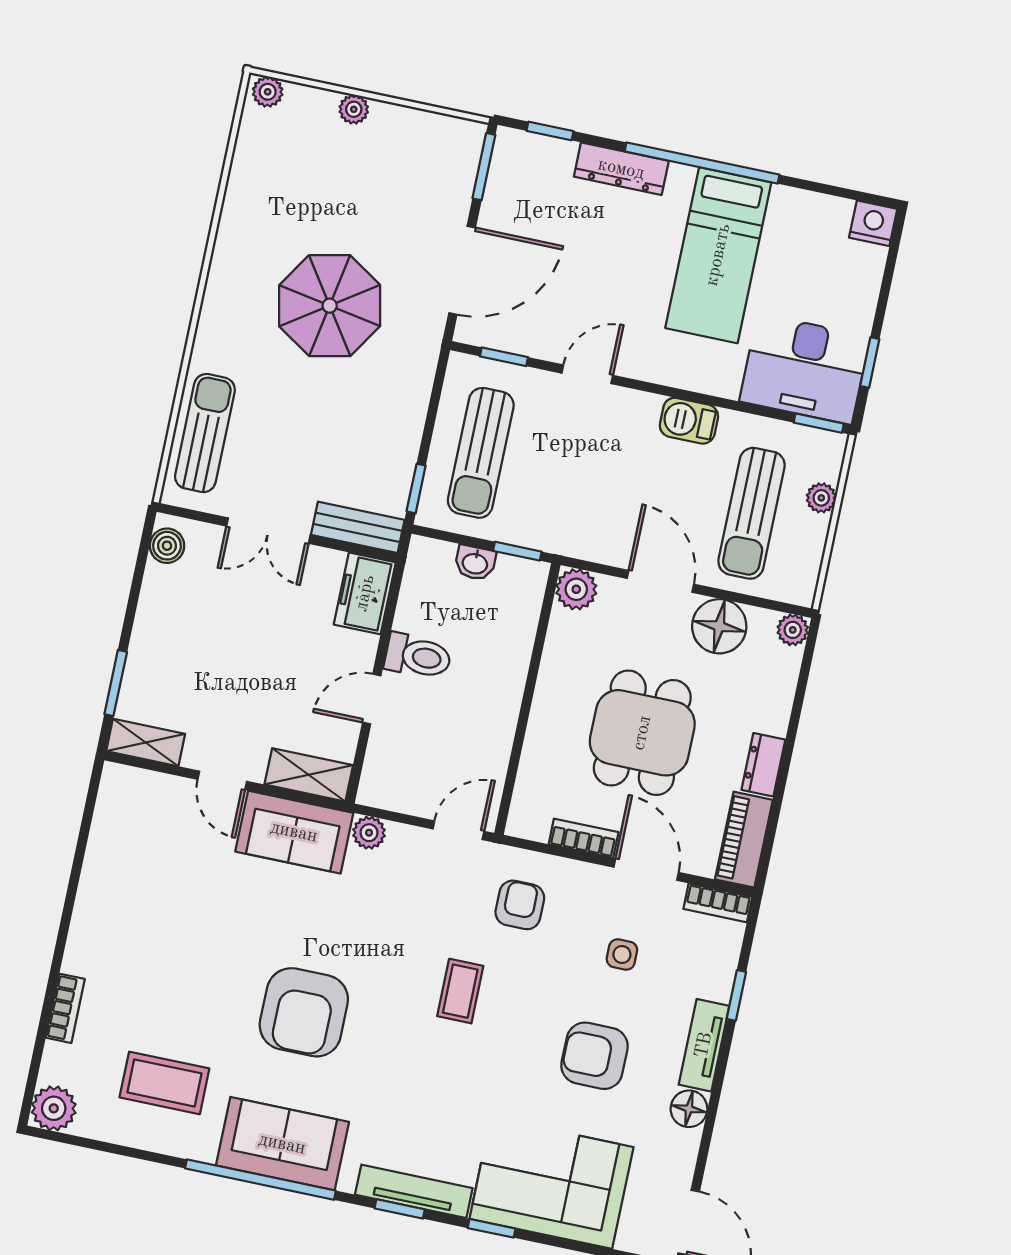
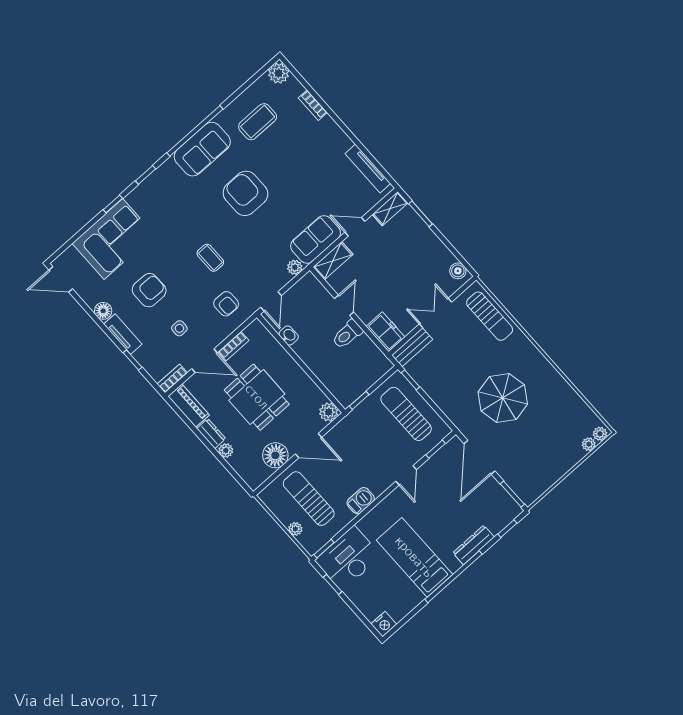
plant: (354, 109) -> (589, 444), moved
washbasin: (475, 563) -> (289, 335), moved, turned 90
plant: (793, 630) -> (226, 450), moved
tv unit: (414, 1191) -> (368, 168), moved, turned 90

